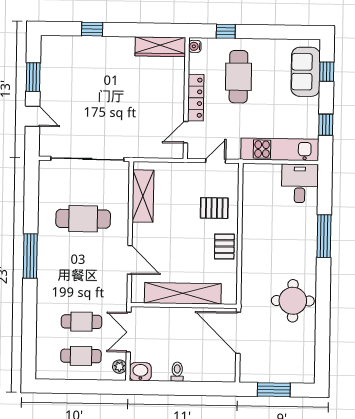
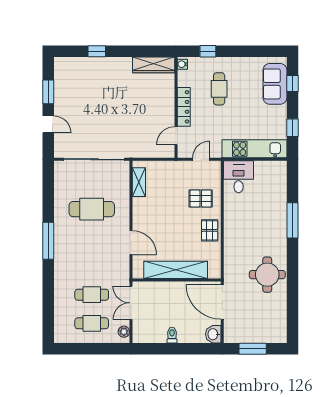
cafe table: (238, 77) -> (219, 89), width x0.73, depth x0.74
desk: (300, 183) -> (239, 177), moved
shelving: (143, 196) -> (139, 182), width x0.67, depth x0.75
washbasin: (140, 372) -> (213, 334), moved, turned -90

